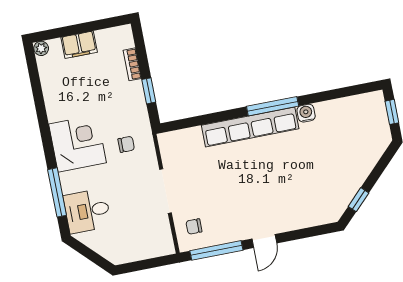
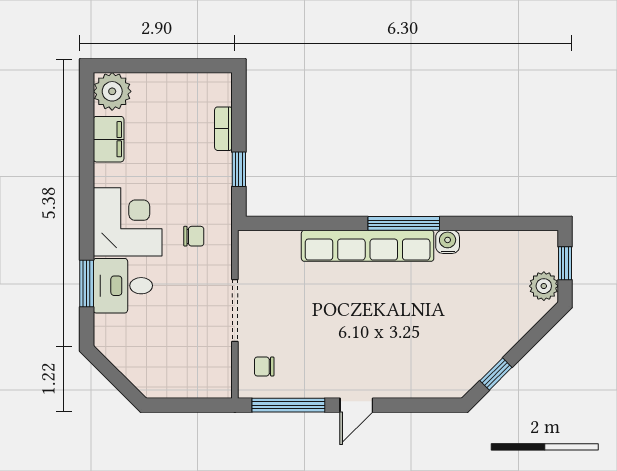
filing cabinet: (79, 45) -> (109, 139), moved, turned -90
plant: (41, 48) -> (112, 91), width x1.88, depth x1.88
plant: (380, 131) -> (544, 286), added
window: (57, 192) -> (87, 283), width x0.69
desk: (87, 211) -> (123, 286), moved

